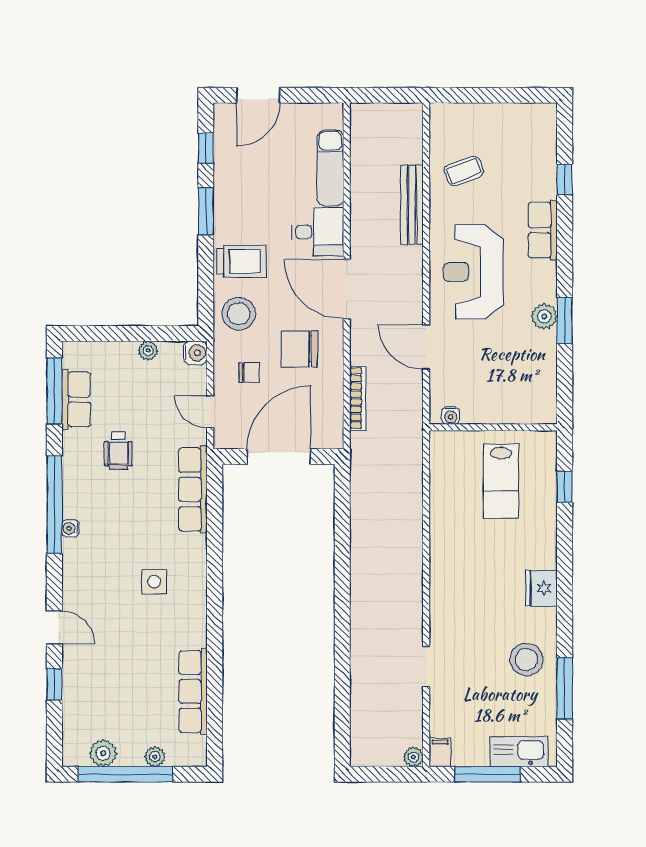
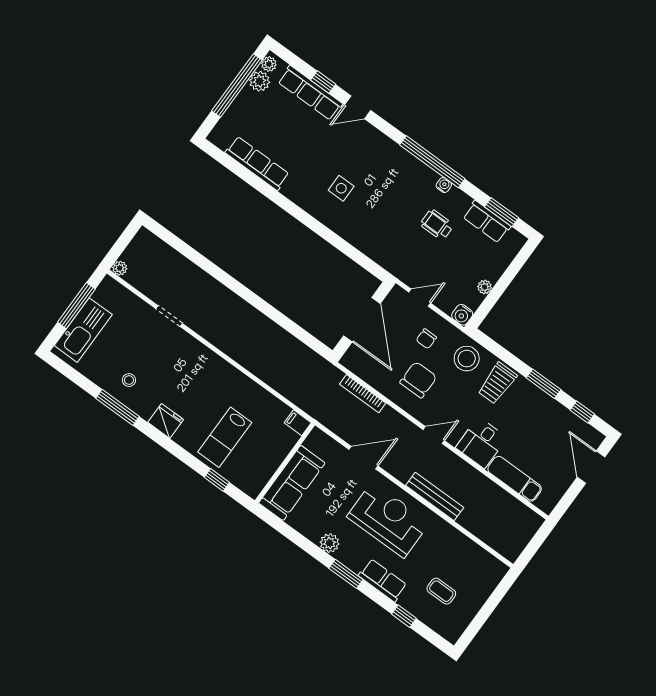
coffee table: (464, 171) -> (441, 591), moved, turned -70
bench: (412, 205) -> (435, 497), moved
door: (347, 289) -> (434, 435), width x0.53
window: (565, 321) -> (346, 574), moved
window: (54, 391) -> (502, 212), width x0.69
sofa: (509, 404) -> (292, 483), added
water cooler: (451, 416) -> (311, 442), removed
lab bench: (501, 481) -> (225, 437), moved, turned -90
row of seats: (193, 490) -> (310, 93), moved, turned 180
water cooler: (70, 528) -> (444, 185), moved
stool: (526, 660) -> (129, 380), width x0.53, depth x0.53
window: (565, 688) -> (118, 407), moved
filing cabinet: (440, 752) -> (298, 423), moved, turned 180
kitchen sink: (519, 752) -> (83, 330), width x1.36, depth x1.24
plant: (155, 757) -> (269, 64), moved

